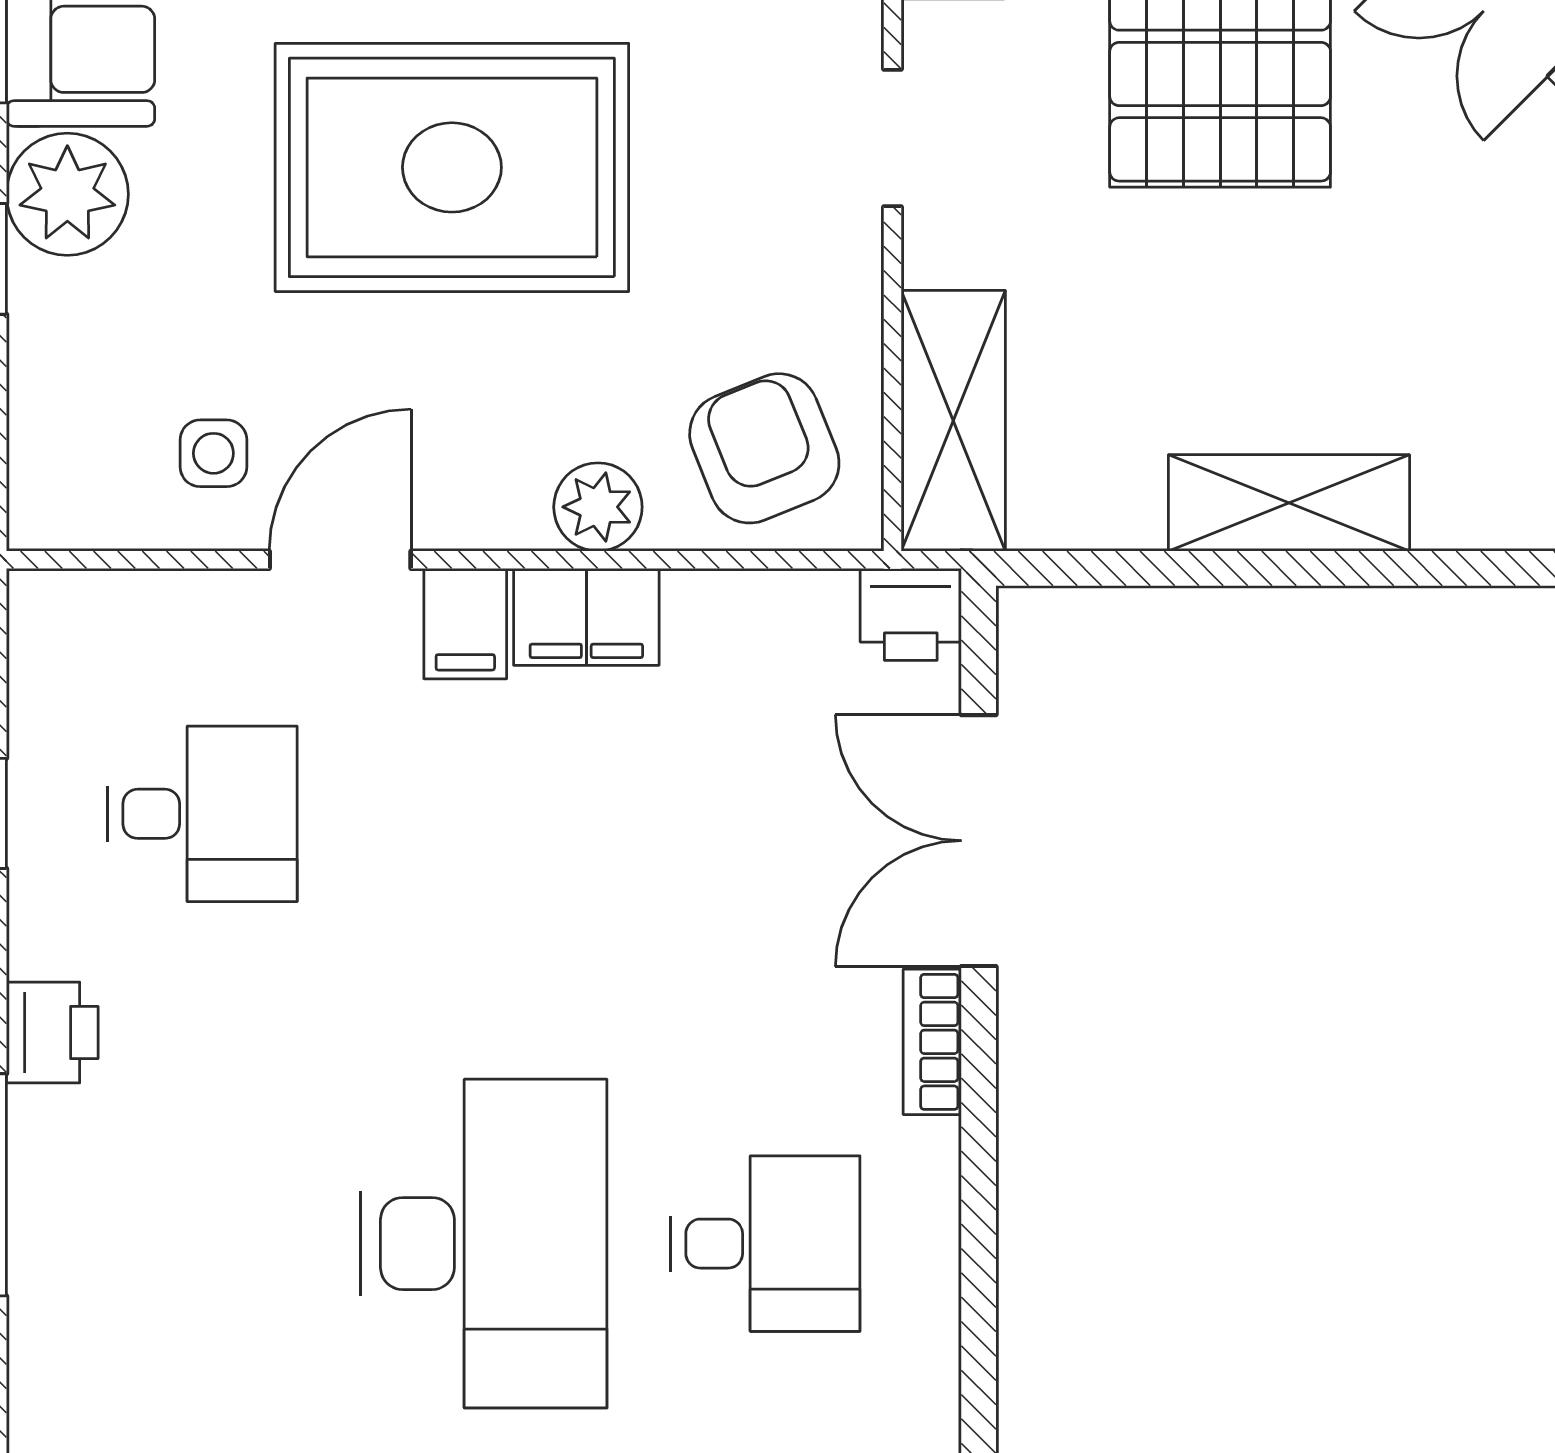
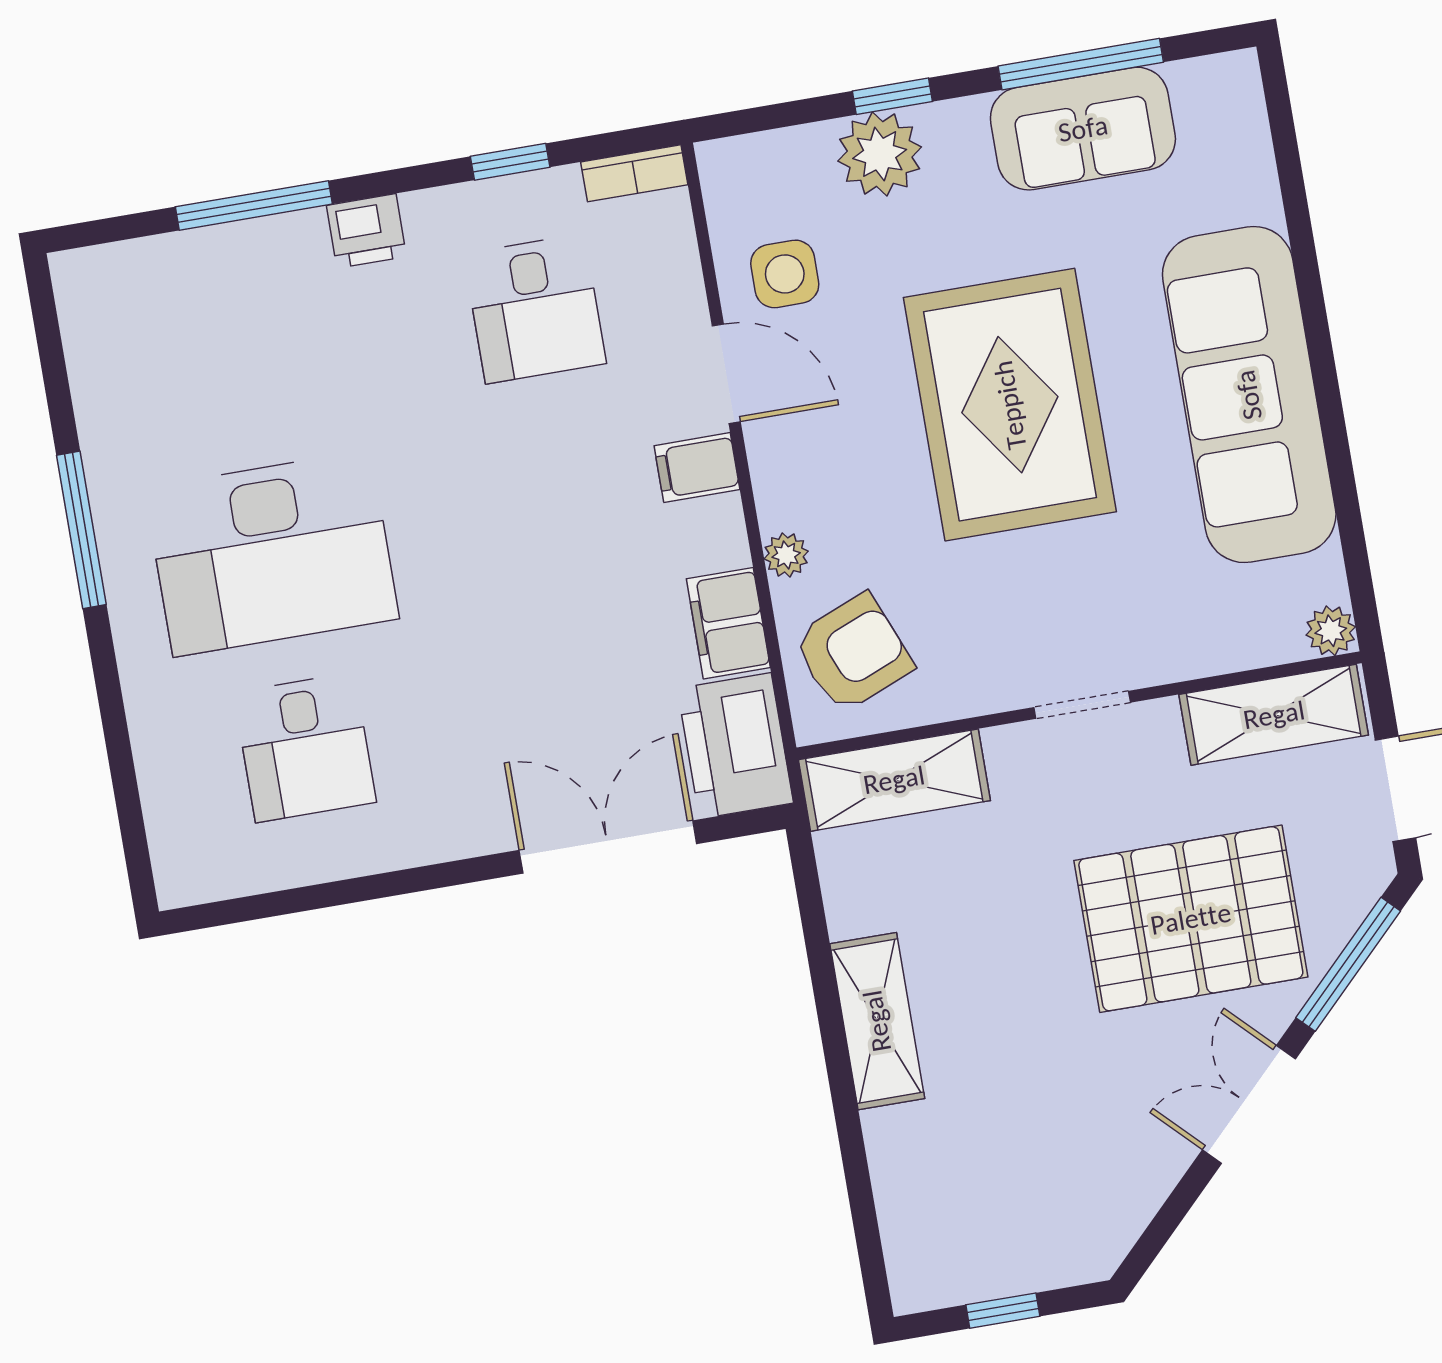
plant: (67, 194) -> (880, 154), moved
side table: (213, 453) -> (785, 274), width x1.37, depth x1.37
plant: (598, 507) -> (786, 555), width x0.73, depth x0.73
printer: (911, 614) -> (735, 746), width x1.87, depth x1.48
filing cabinet: (586, 617) -> (728, 623), moved
bookcase: (932, 1042) -> (634, 173), moved, turned 180

